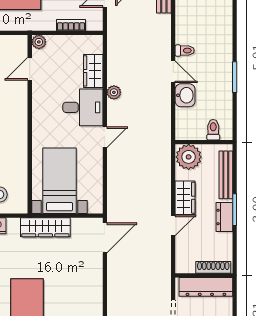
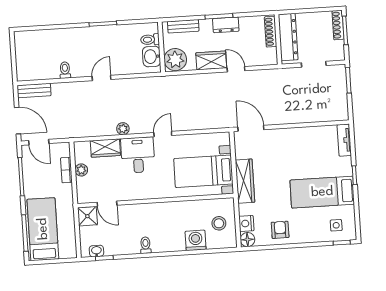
plant: (39, 42) -> (81, 170), moved
shower: (17, 46) -> (87, 216), added
toilet: (185, 51) -> (65, 70), moved
washbasin: (185, 95) -> (152, 57), moved, turned -90
door: (105, 137) -> (163, 134), hinge flipped
bench: (226, 175) -> (183, 26), width x0.73

